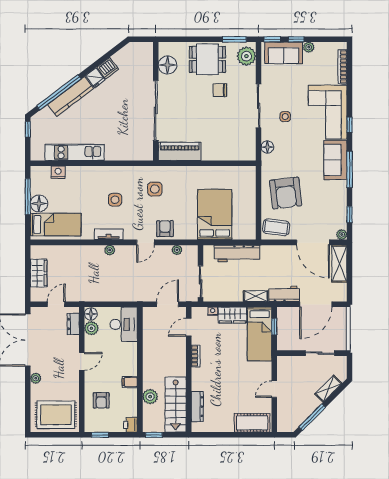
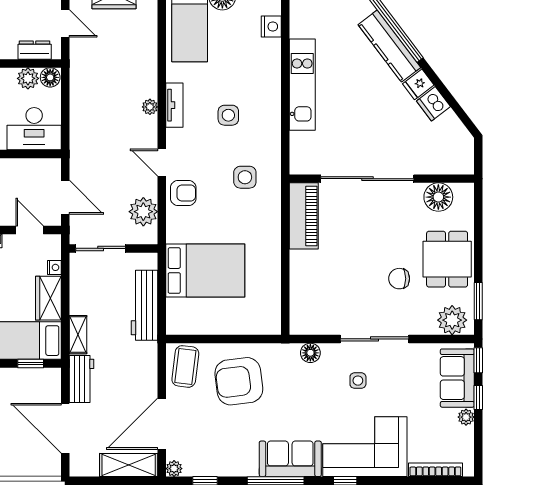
chair: (220, 90) -> (399, 279), turned -90
kitchen unit: (75, 152) -> (302, 85), moved
plant: (177, 250) -> (143, 212), width x1.87, depth x1.87

